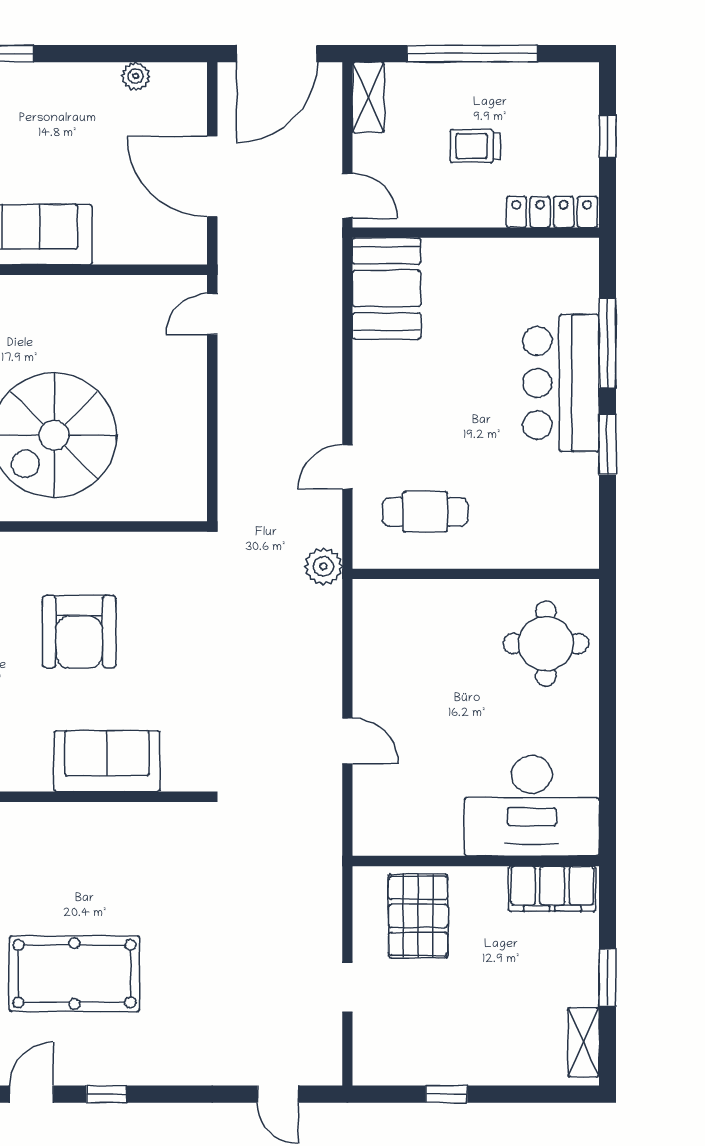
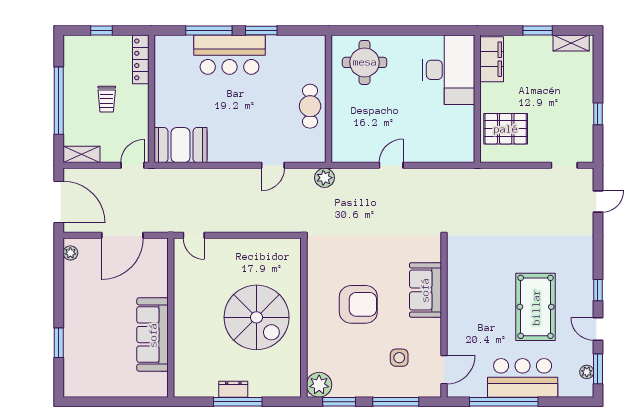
plant: (136, 76) -> (70, 253), moved
door: (347, 467) -> (273, 165), hinge flipped
cafe table: (425, 512) -> (310, 106), moved
door: (347, 741) -> (391, 165), moved
doorway: (347, 987) -> (564, 165), moved

